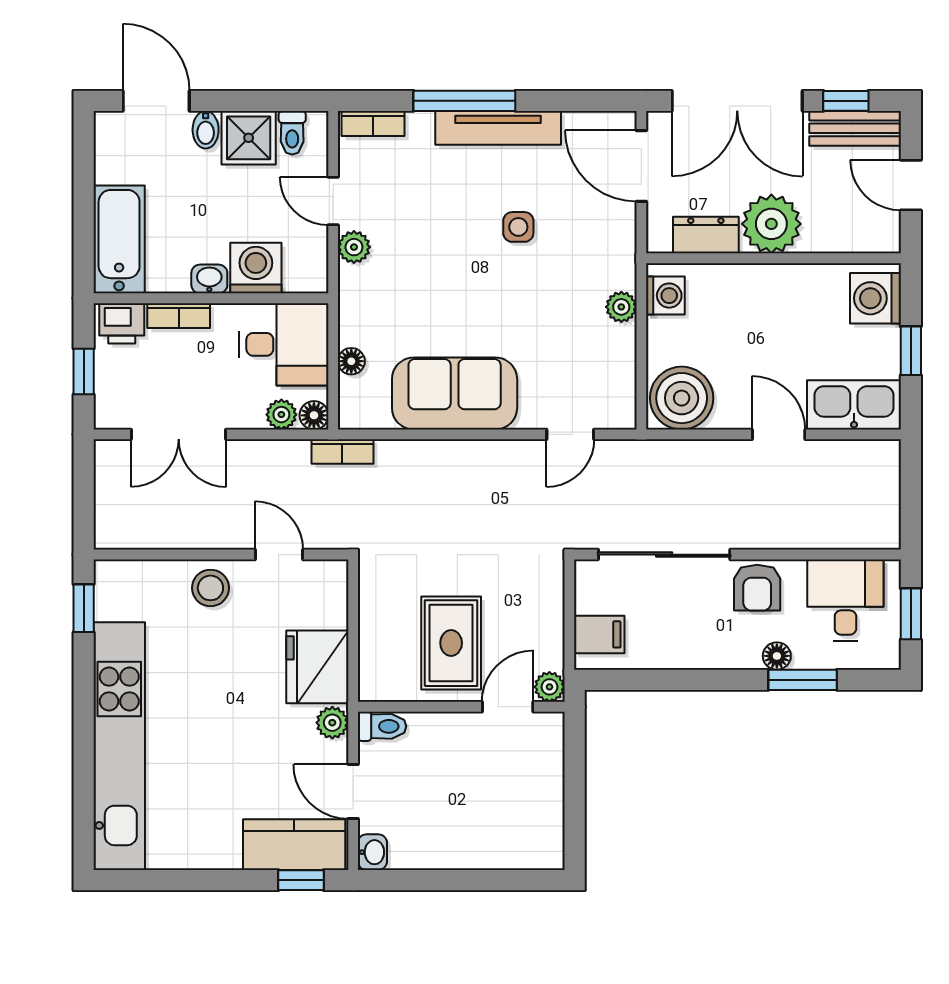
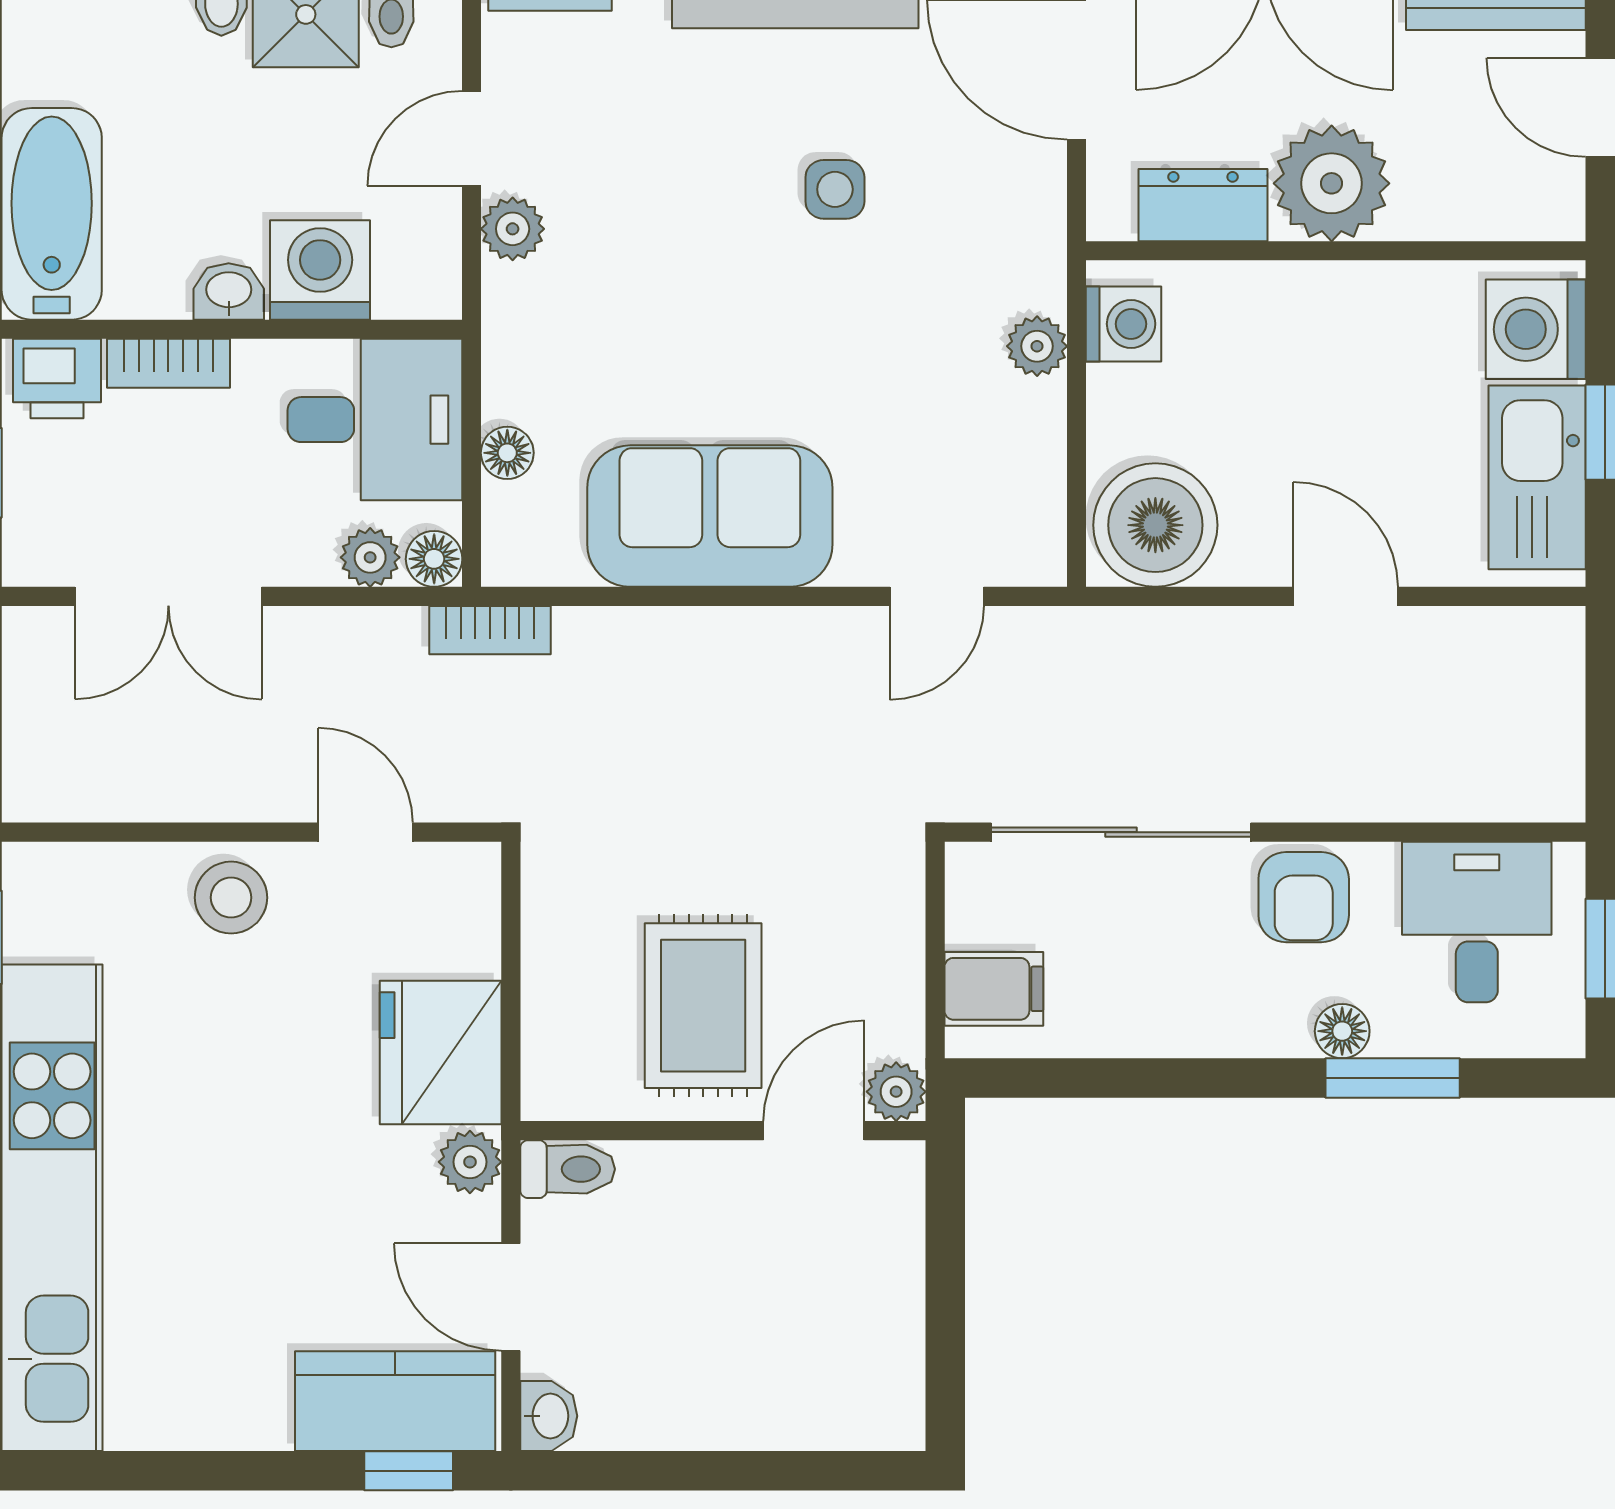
door: (333, 201) -> (472, 138), hinge flipped
kitchen sink: (854, 405) -> (1537, 477), moved, turned -90

